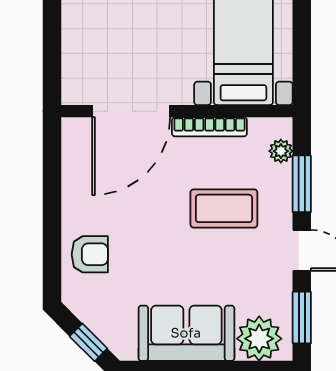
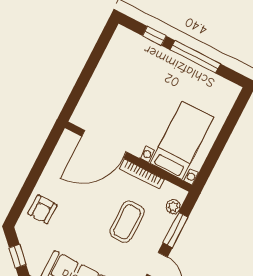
coffee table: (224, 208) -> (127, 222), turned 90
armchair: (90, 254) -> (43, 209), turned 90

